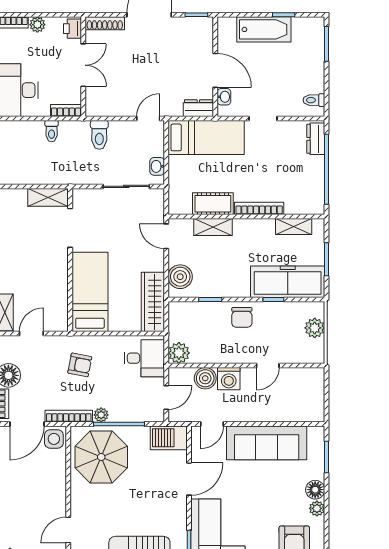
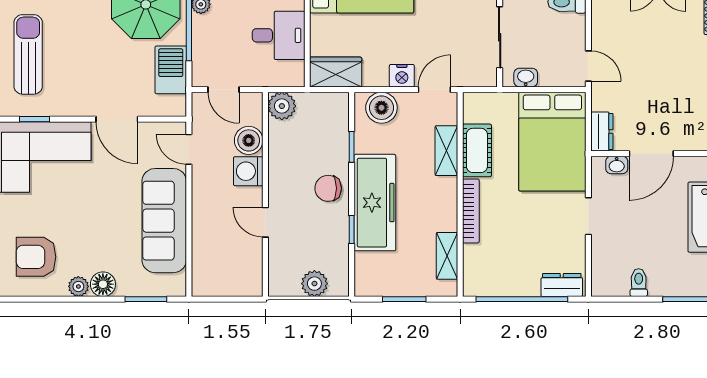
toilet: (314, 100) -> (639, 283), moved
bed: (206, 137) -> (552, 142), width x1.50
nightstand: (156, 261) -> (402, 76), added
freezer: (288, 282) -> (375, 203), moved
wardrobe: (153, 302) -> (336, 72), width x0.67
desk: (144, 358) -> (279, 35), moved, turned -90
barbecue: (169, 438) -> (171, 70), moved

